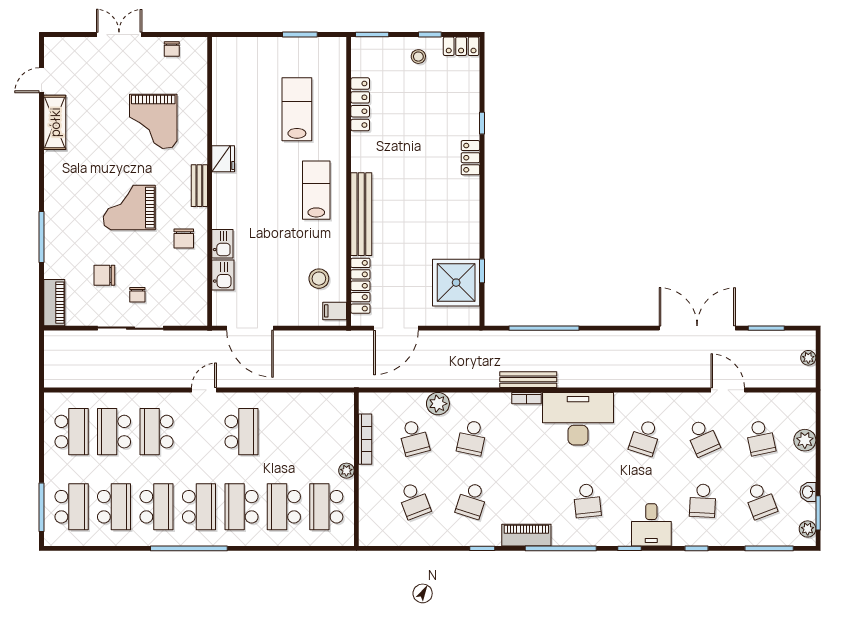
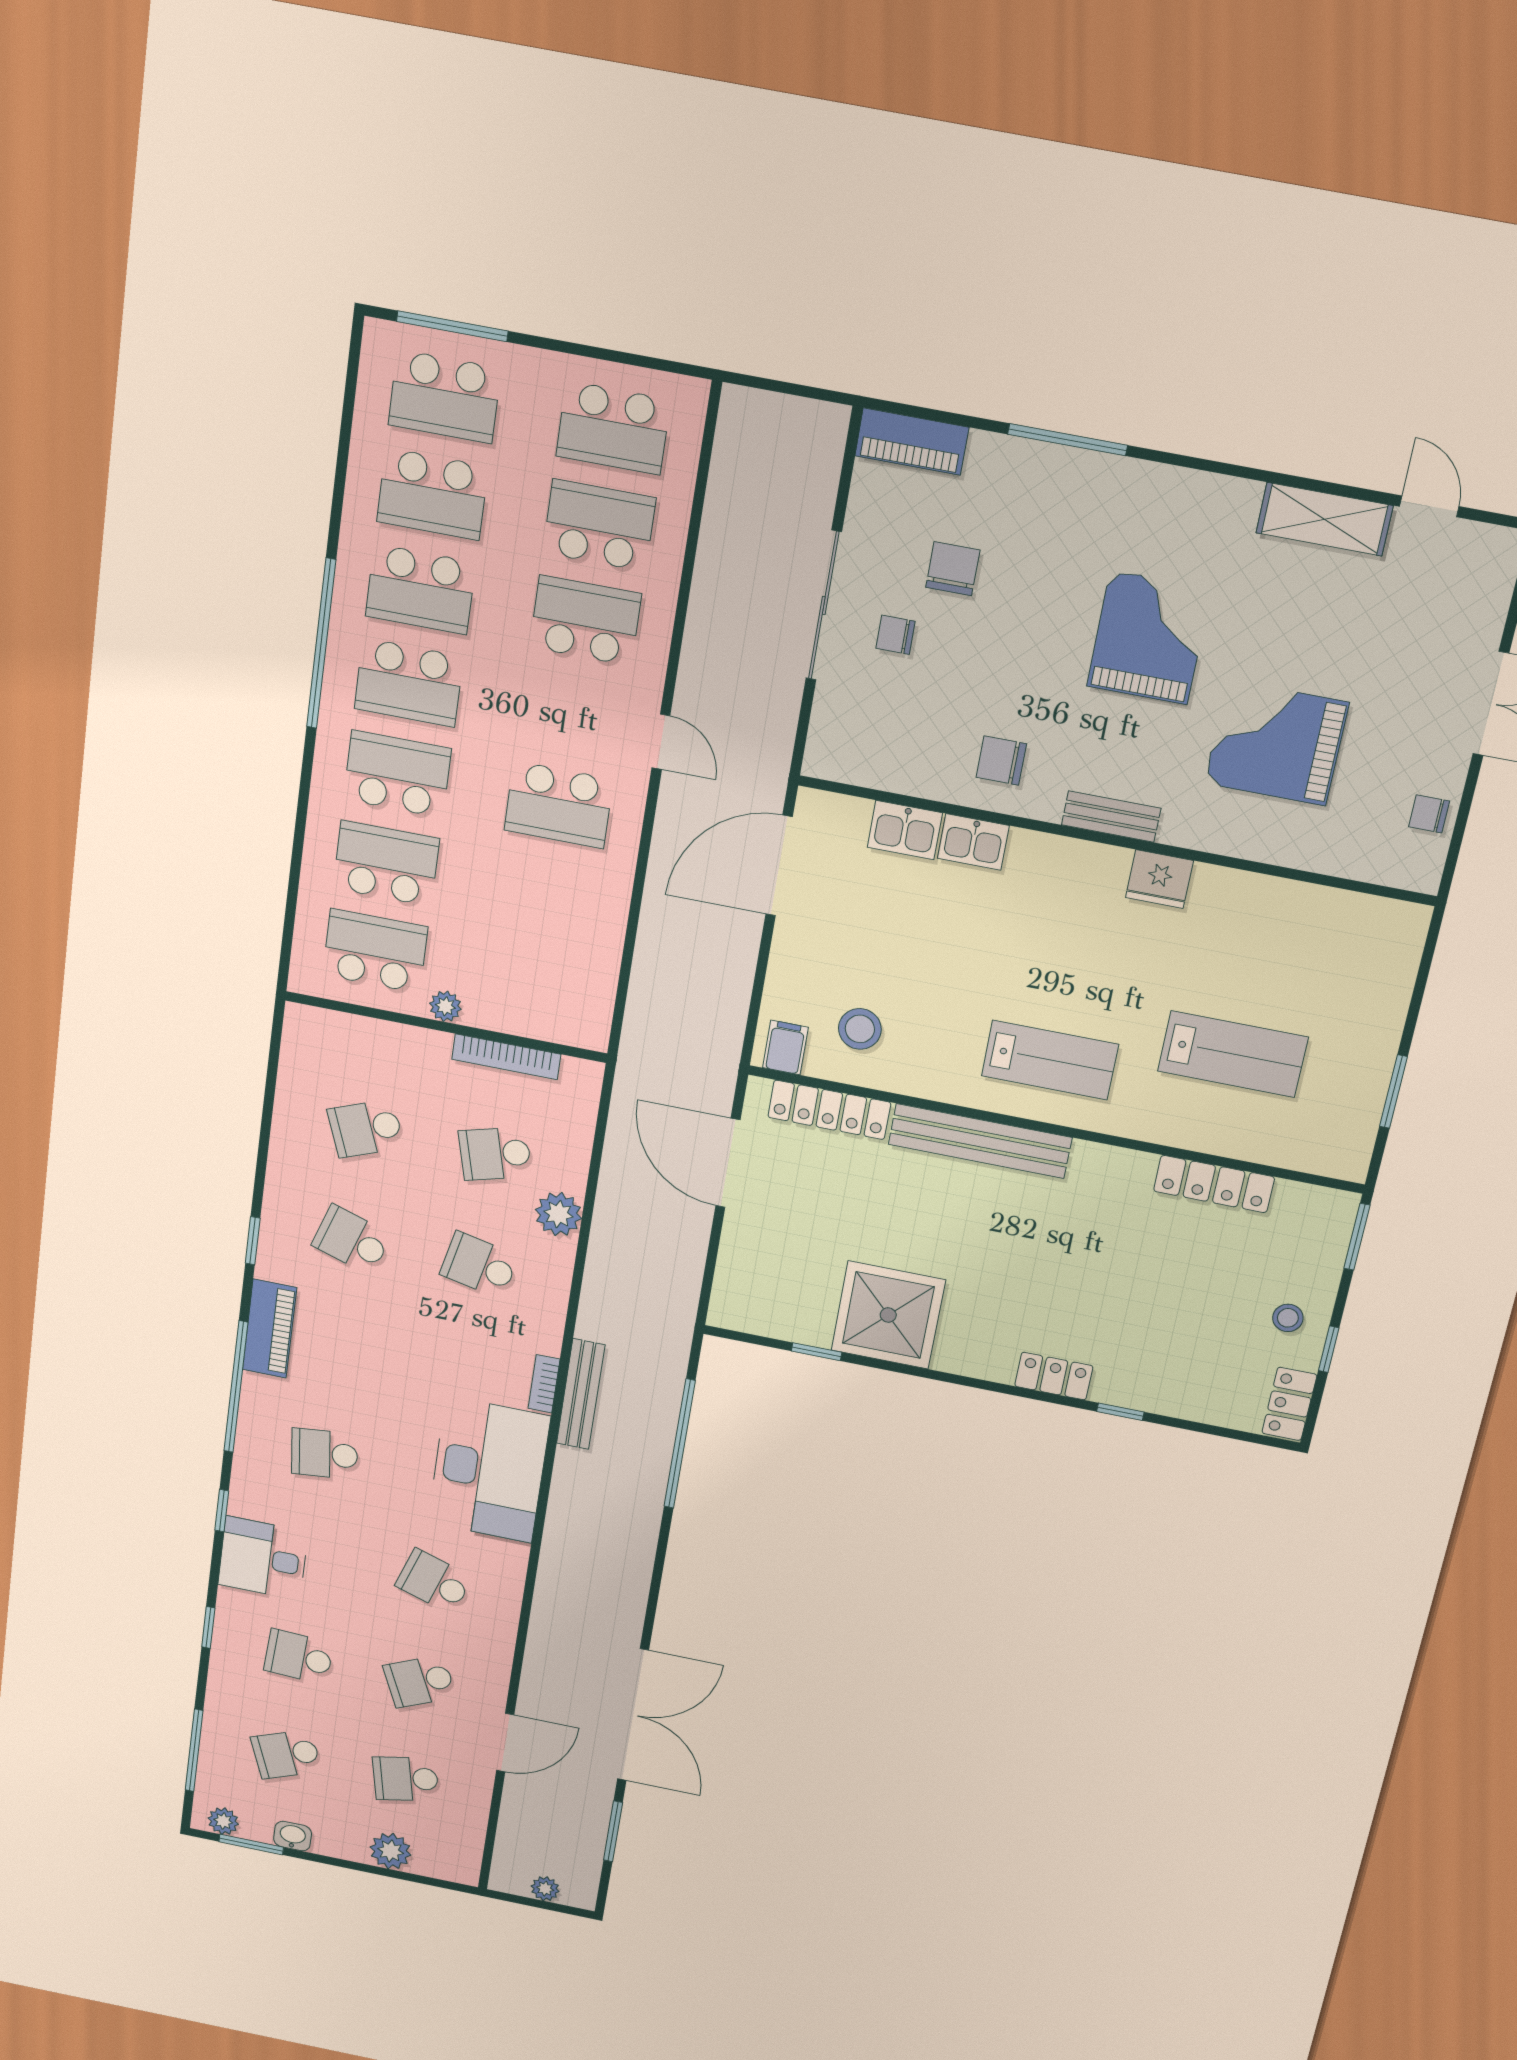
grand piano: (129, 208) -> (1149, 638), moved
shower: (456, 283) -> (888, 1315), moved

